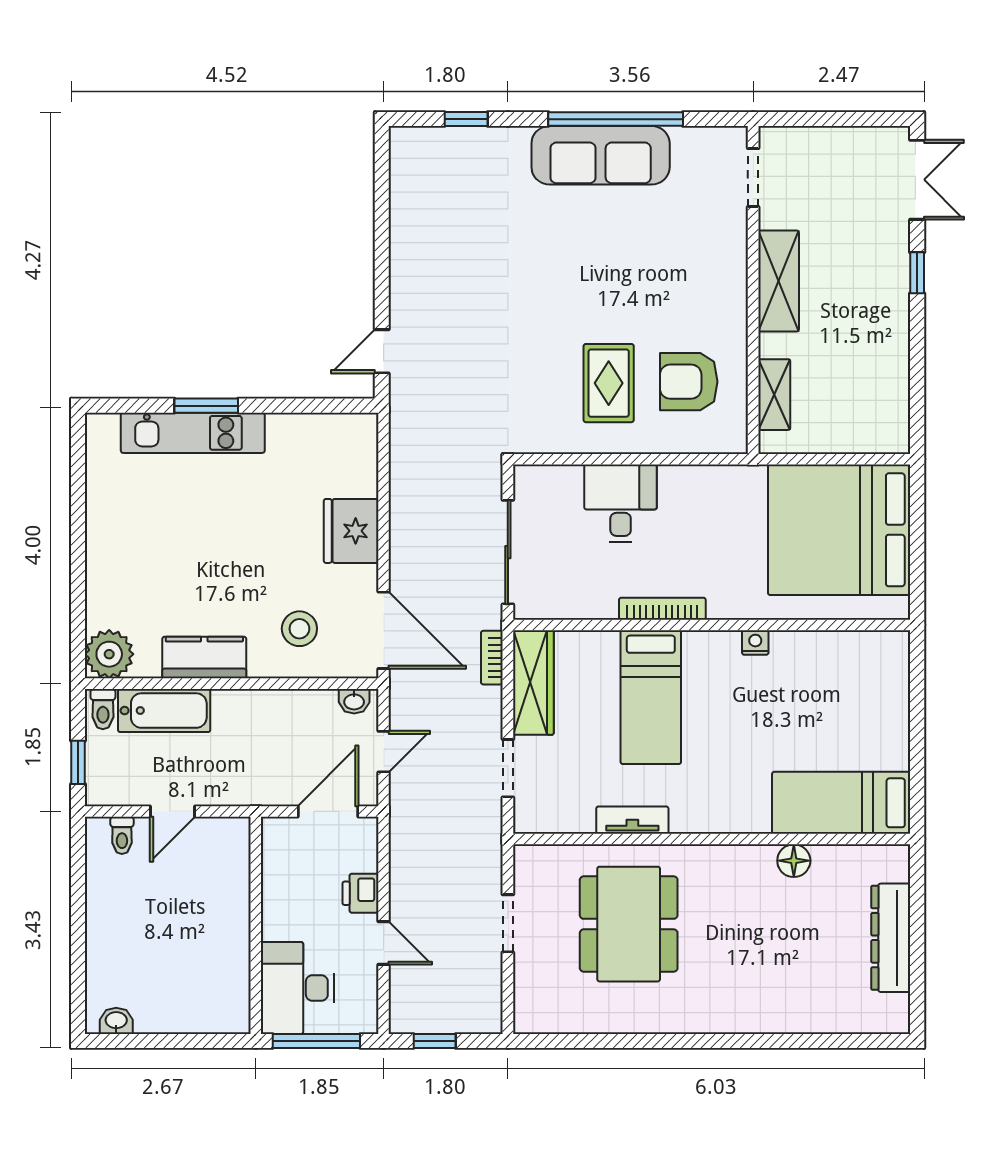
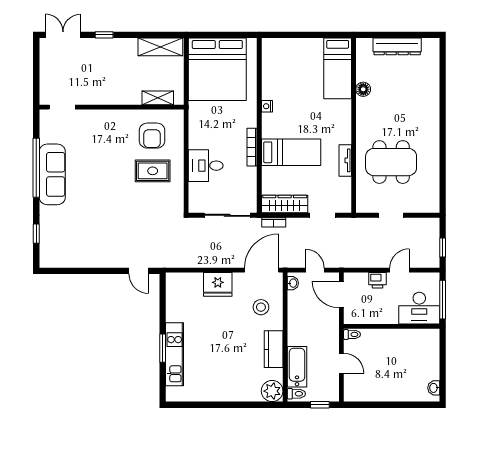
shelving: (779, 281) -> (160, 47), moved
toilet: (122, 835) -> (352, 334), moved

